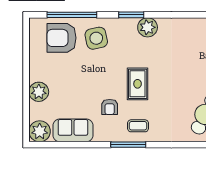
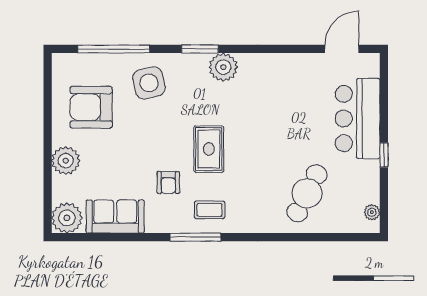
armchair: (61, 38) -> (91, 107), moved

